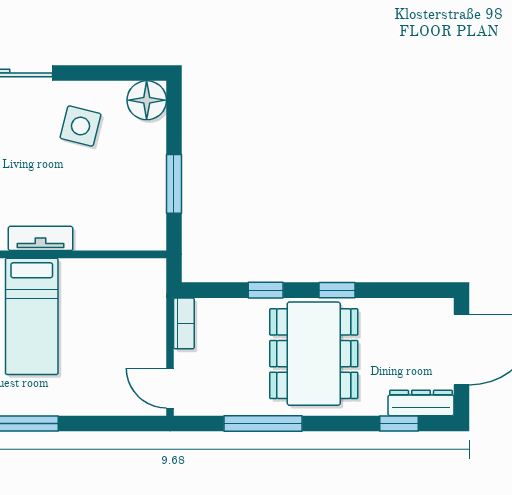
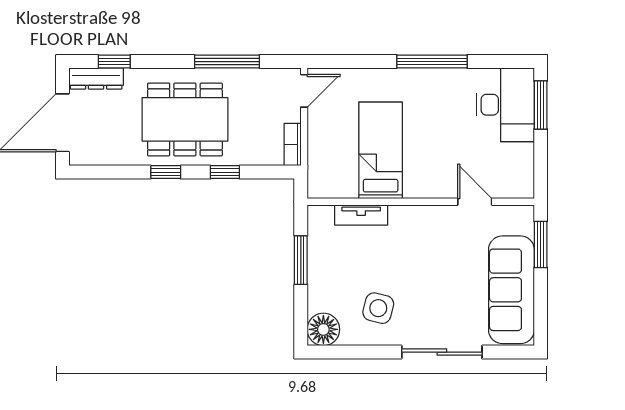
tv unit: (41, 238) -> (361, 215), moved
bed: (32, 316) -> (381, 150), moved
dining table: (314, 354) -> (185, 119), turned 90
door: (170, 388) -> (304, 91), hinge flipped

